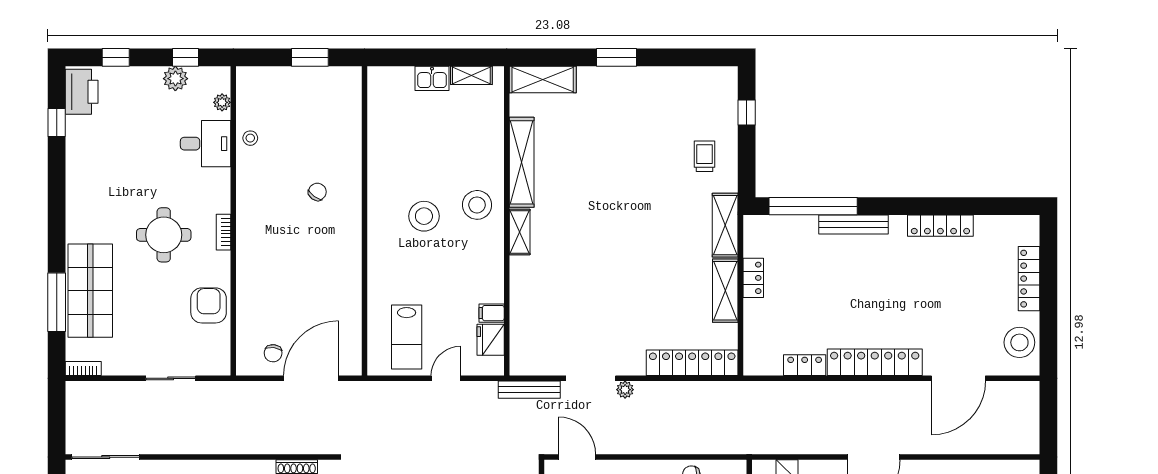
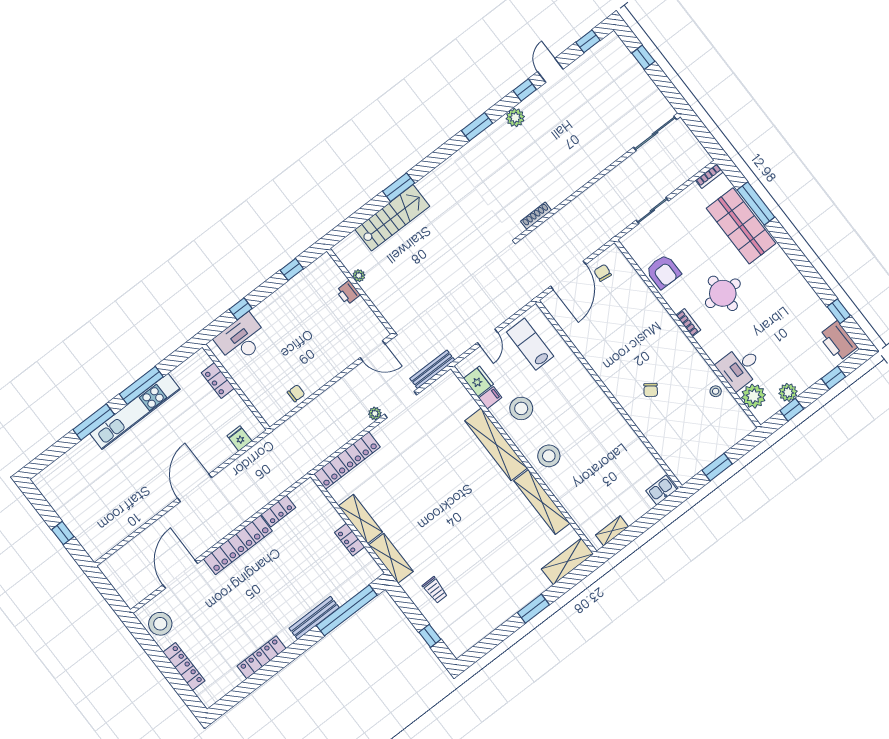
kitchen sink: (432, 78) -> (661, 490), moved
plant: (222, 102) -> (754, 396), width x1.87, depth x1.87
stool: (424, 216) -> (521, 408), moved
shelving: (520, 232) -> (496, 444), width x2.20, depth x1.33

